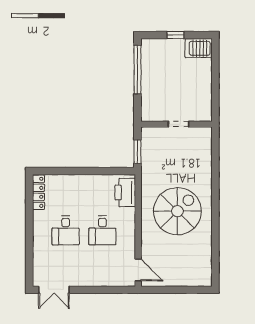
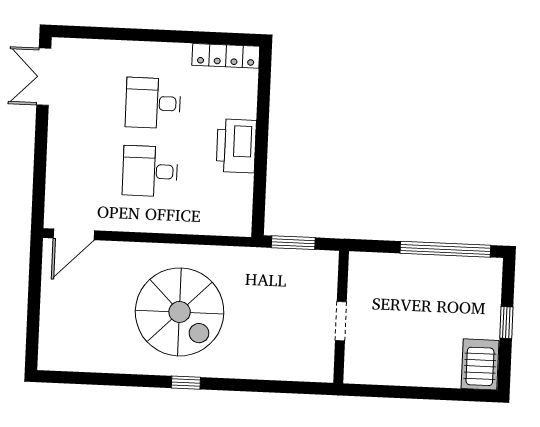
printer: (125, 193) -> (236, 146), moved, turned -90
window: (215, 206) -> (186, 383), added

